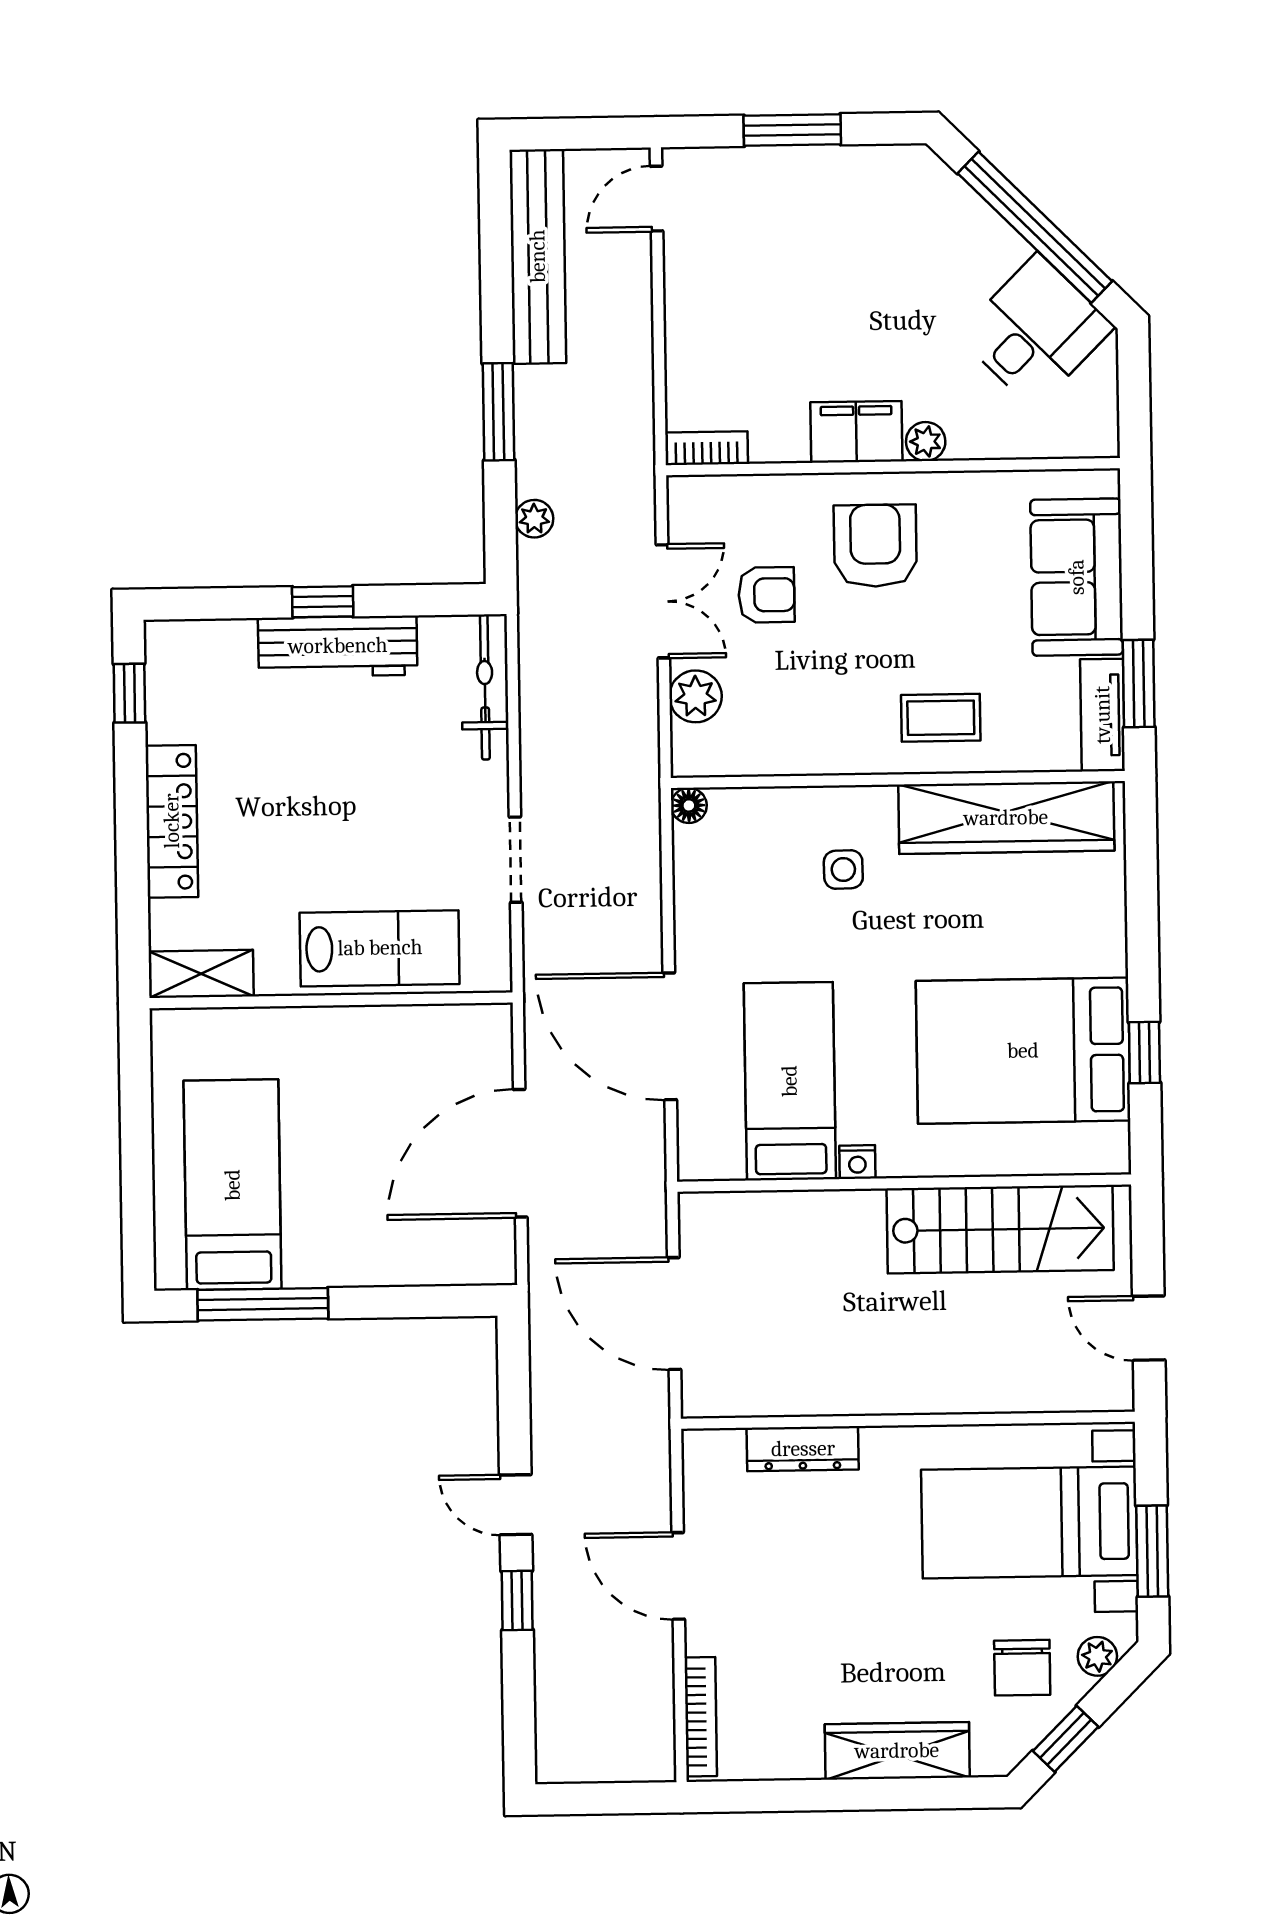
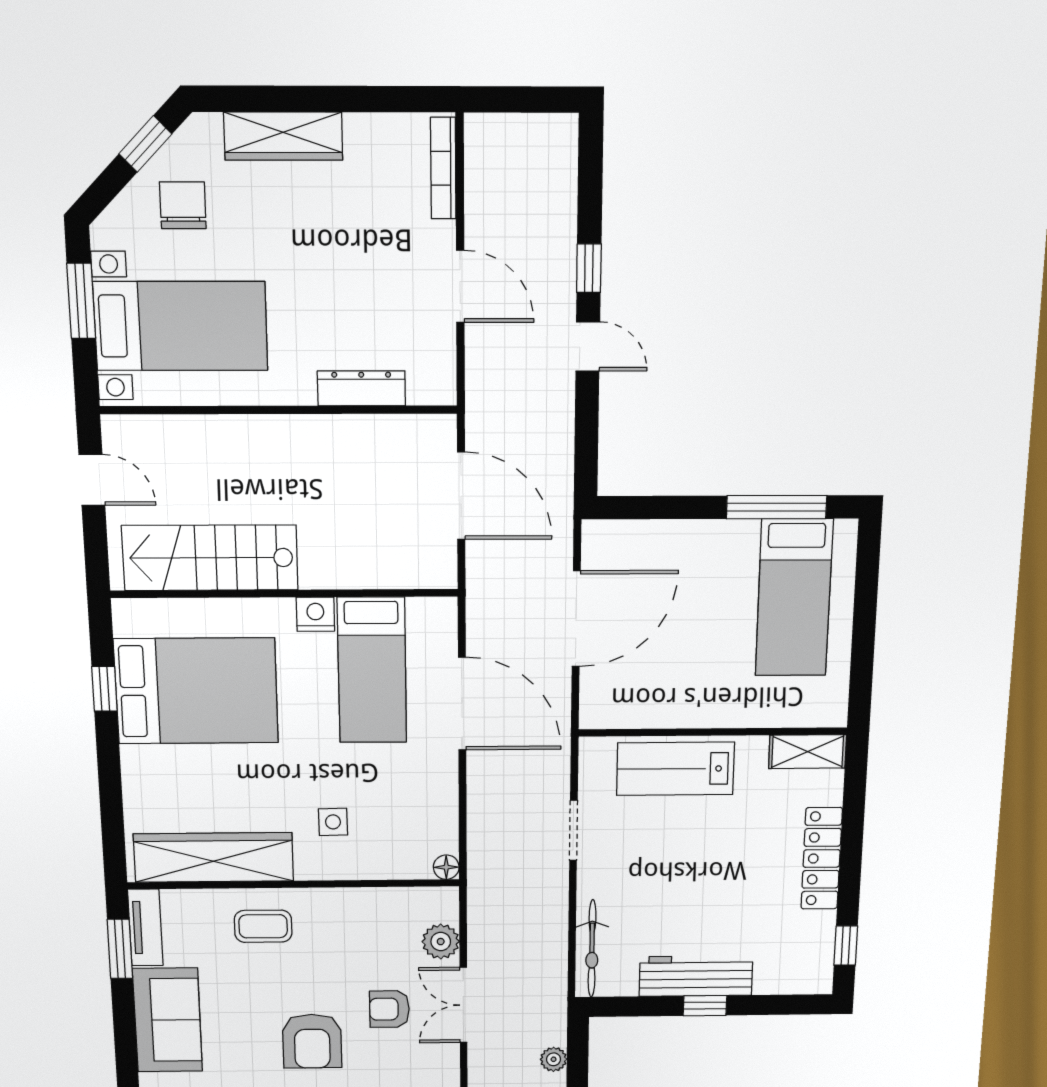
nightstand: (857, 1162) -> (315, 614), width x1.39, depth x1.35
plant: (1097, 1656) -> (122, 214), removed

